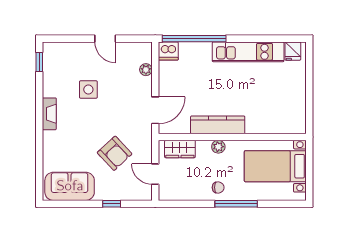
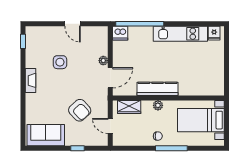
plant: (146, 70) -> (103, 61), moved

